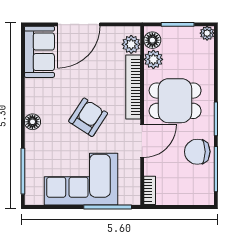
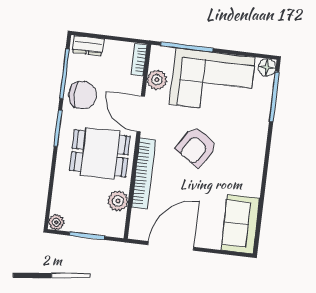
door: (79, 24) -> (171, 246), moved
floor lamp: (152, 40) -> (117, 222), removed
plant: (131, 44) -> (157, 80), moved
floor lamp: (32, 122) -> (267, 67), moved
door: (142, 141) -> (141, 114), hinge flipped
dresser: (198, 197) -> (88, 46), added

